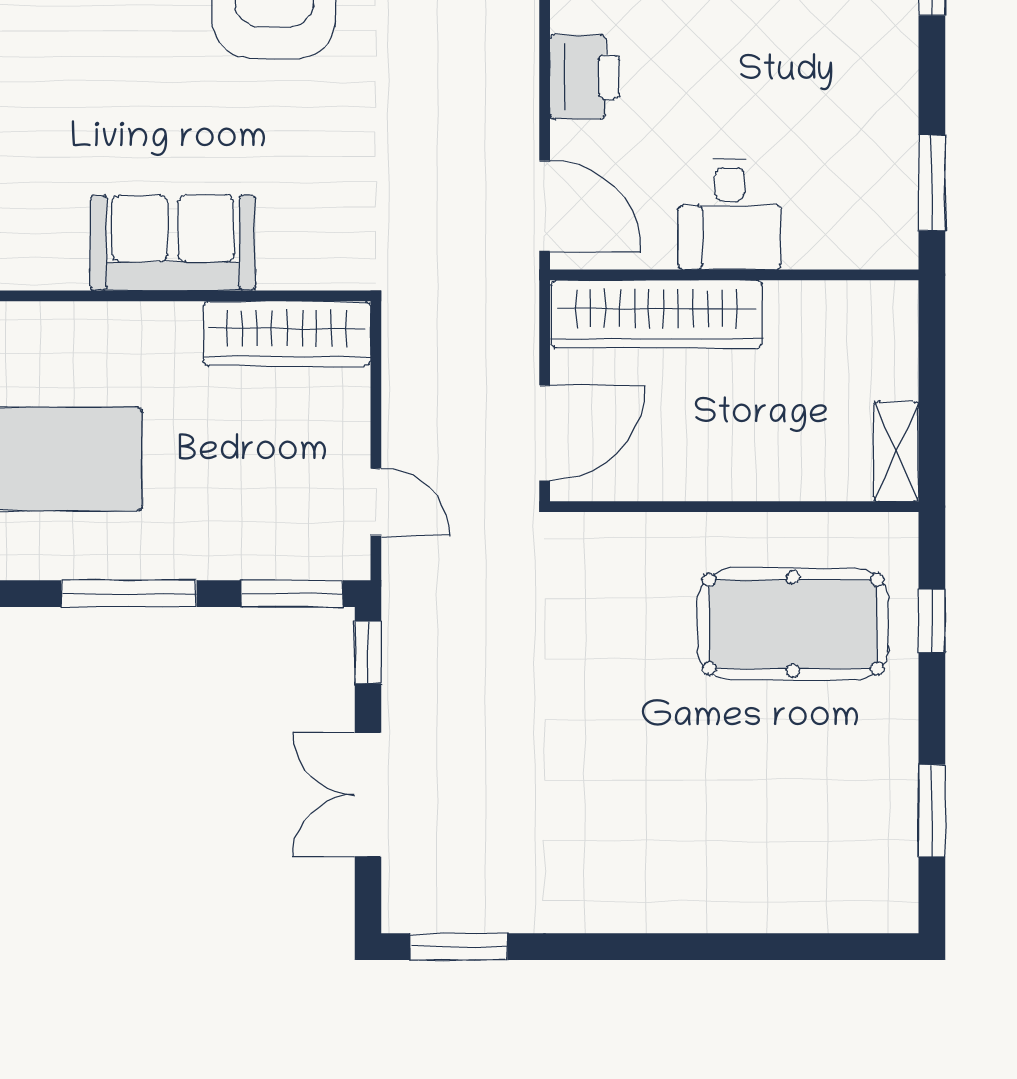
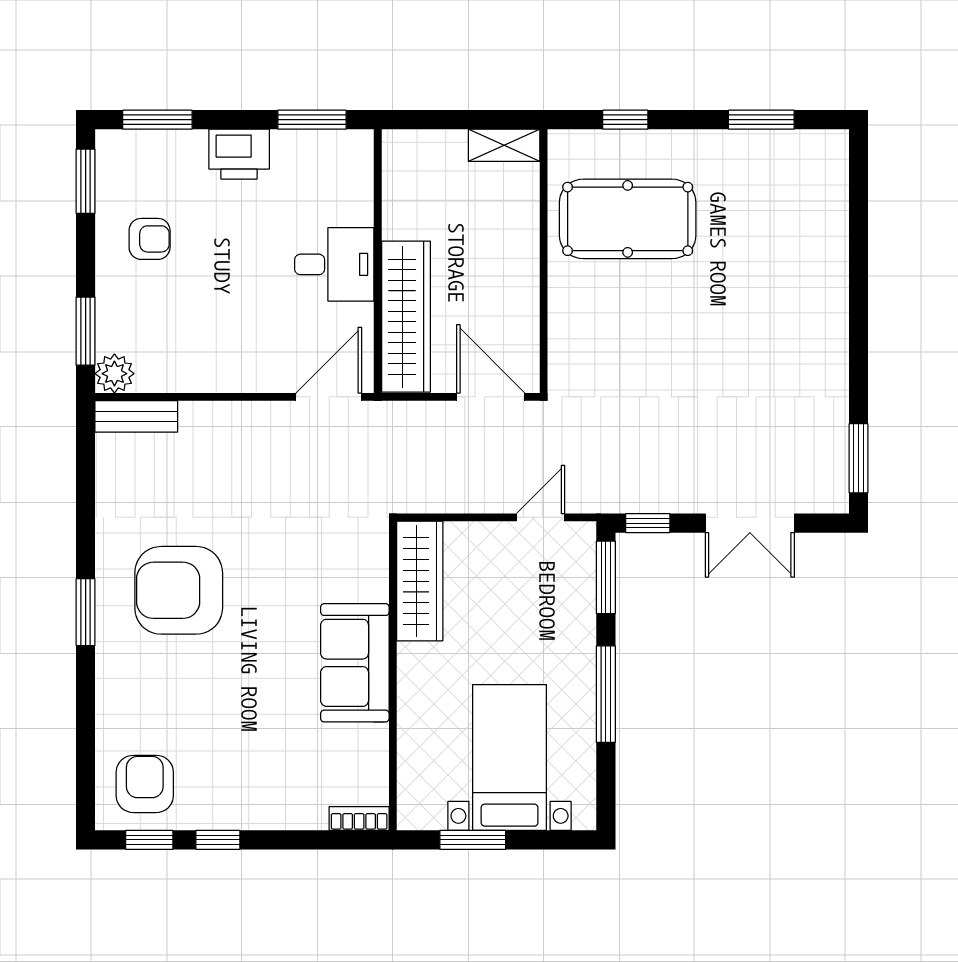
printer: (585, 77) -> (239, 154), moved, turned 180
pool table: (793, 624) -> (628, 219), turned 90

